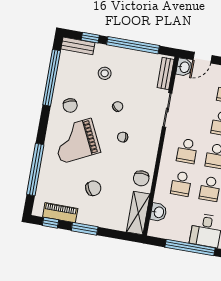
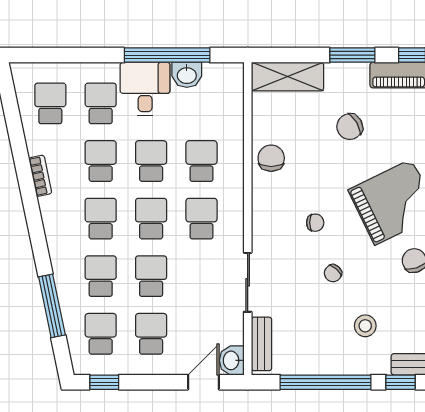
washbasin: (158, 212) -> (187, 75), moved, turned -90
shelving: (138, 213) -> (288, 77), moved, turned 90

